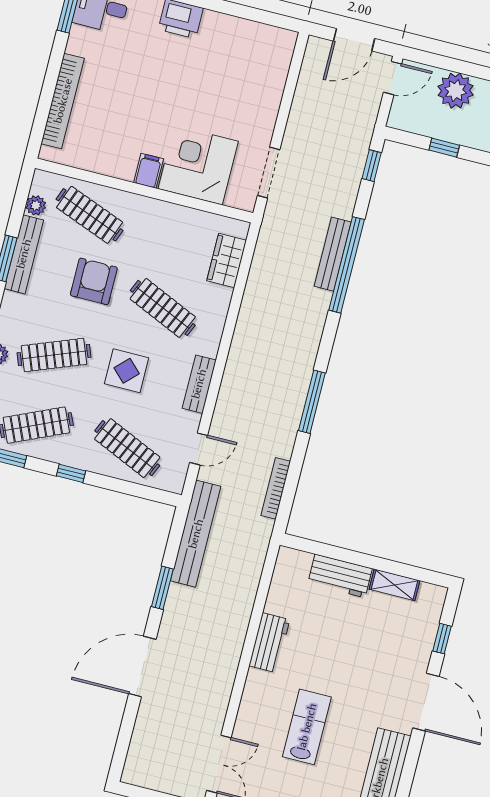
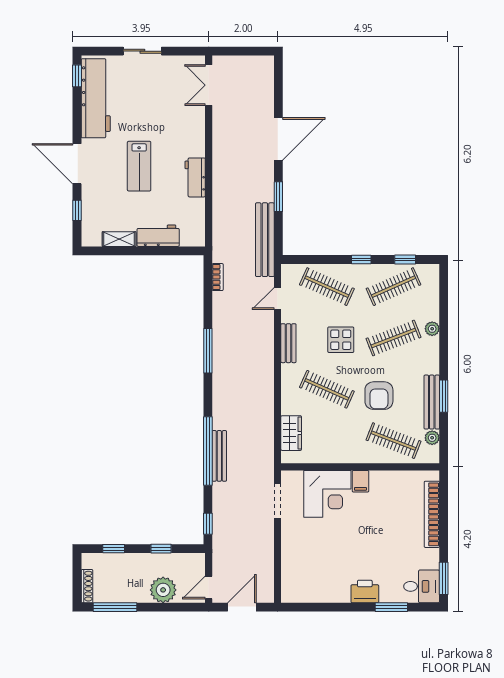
bookcase: (276, 488) -> (218, 277), width x0.64
lab bench: (307, 727) -> (139, 166), moved

